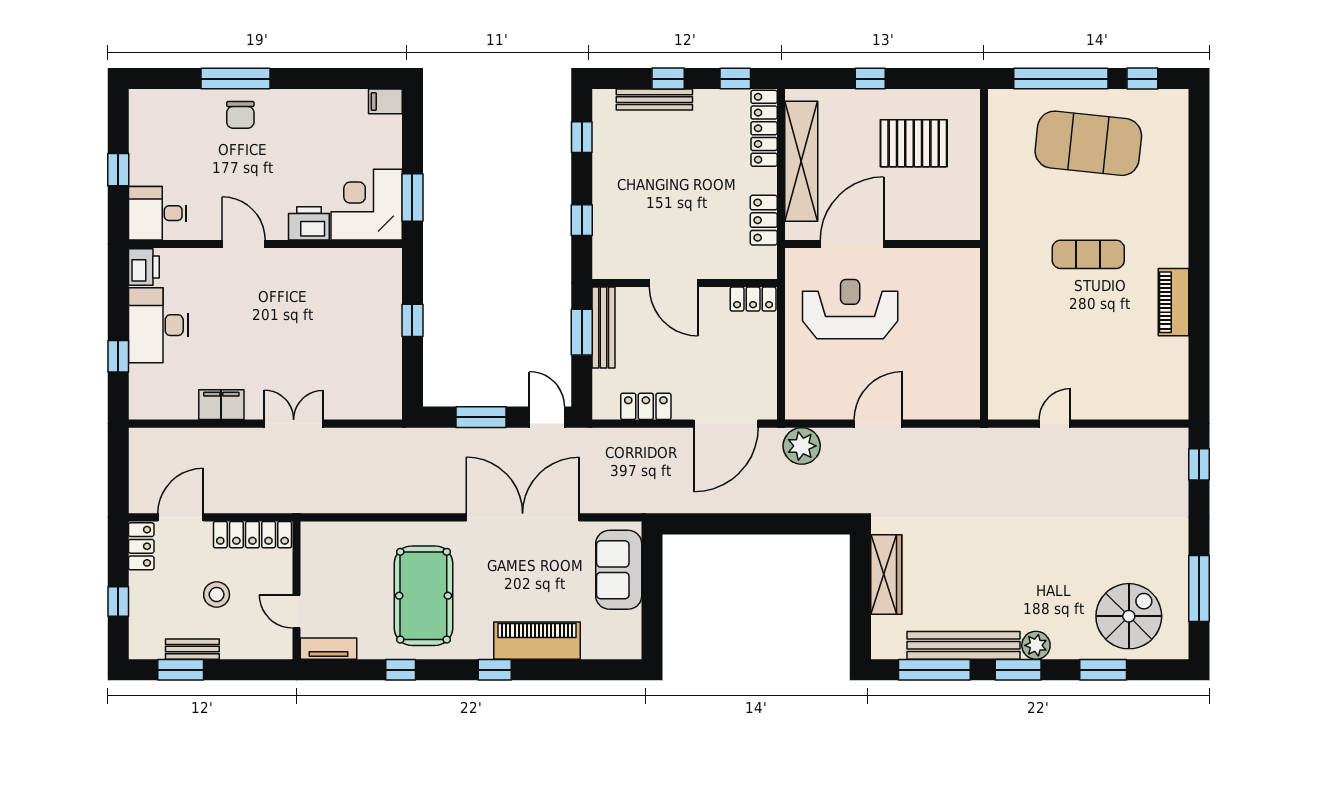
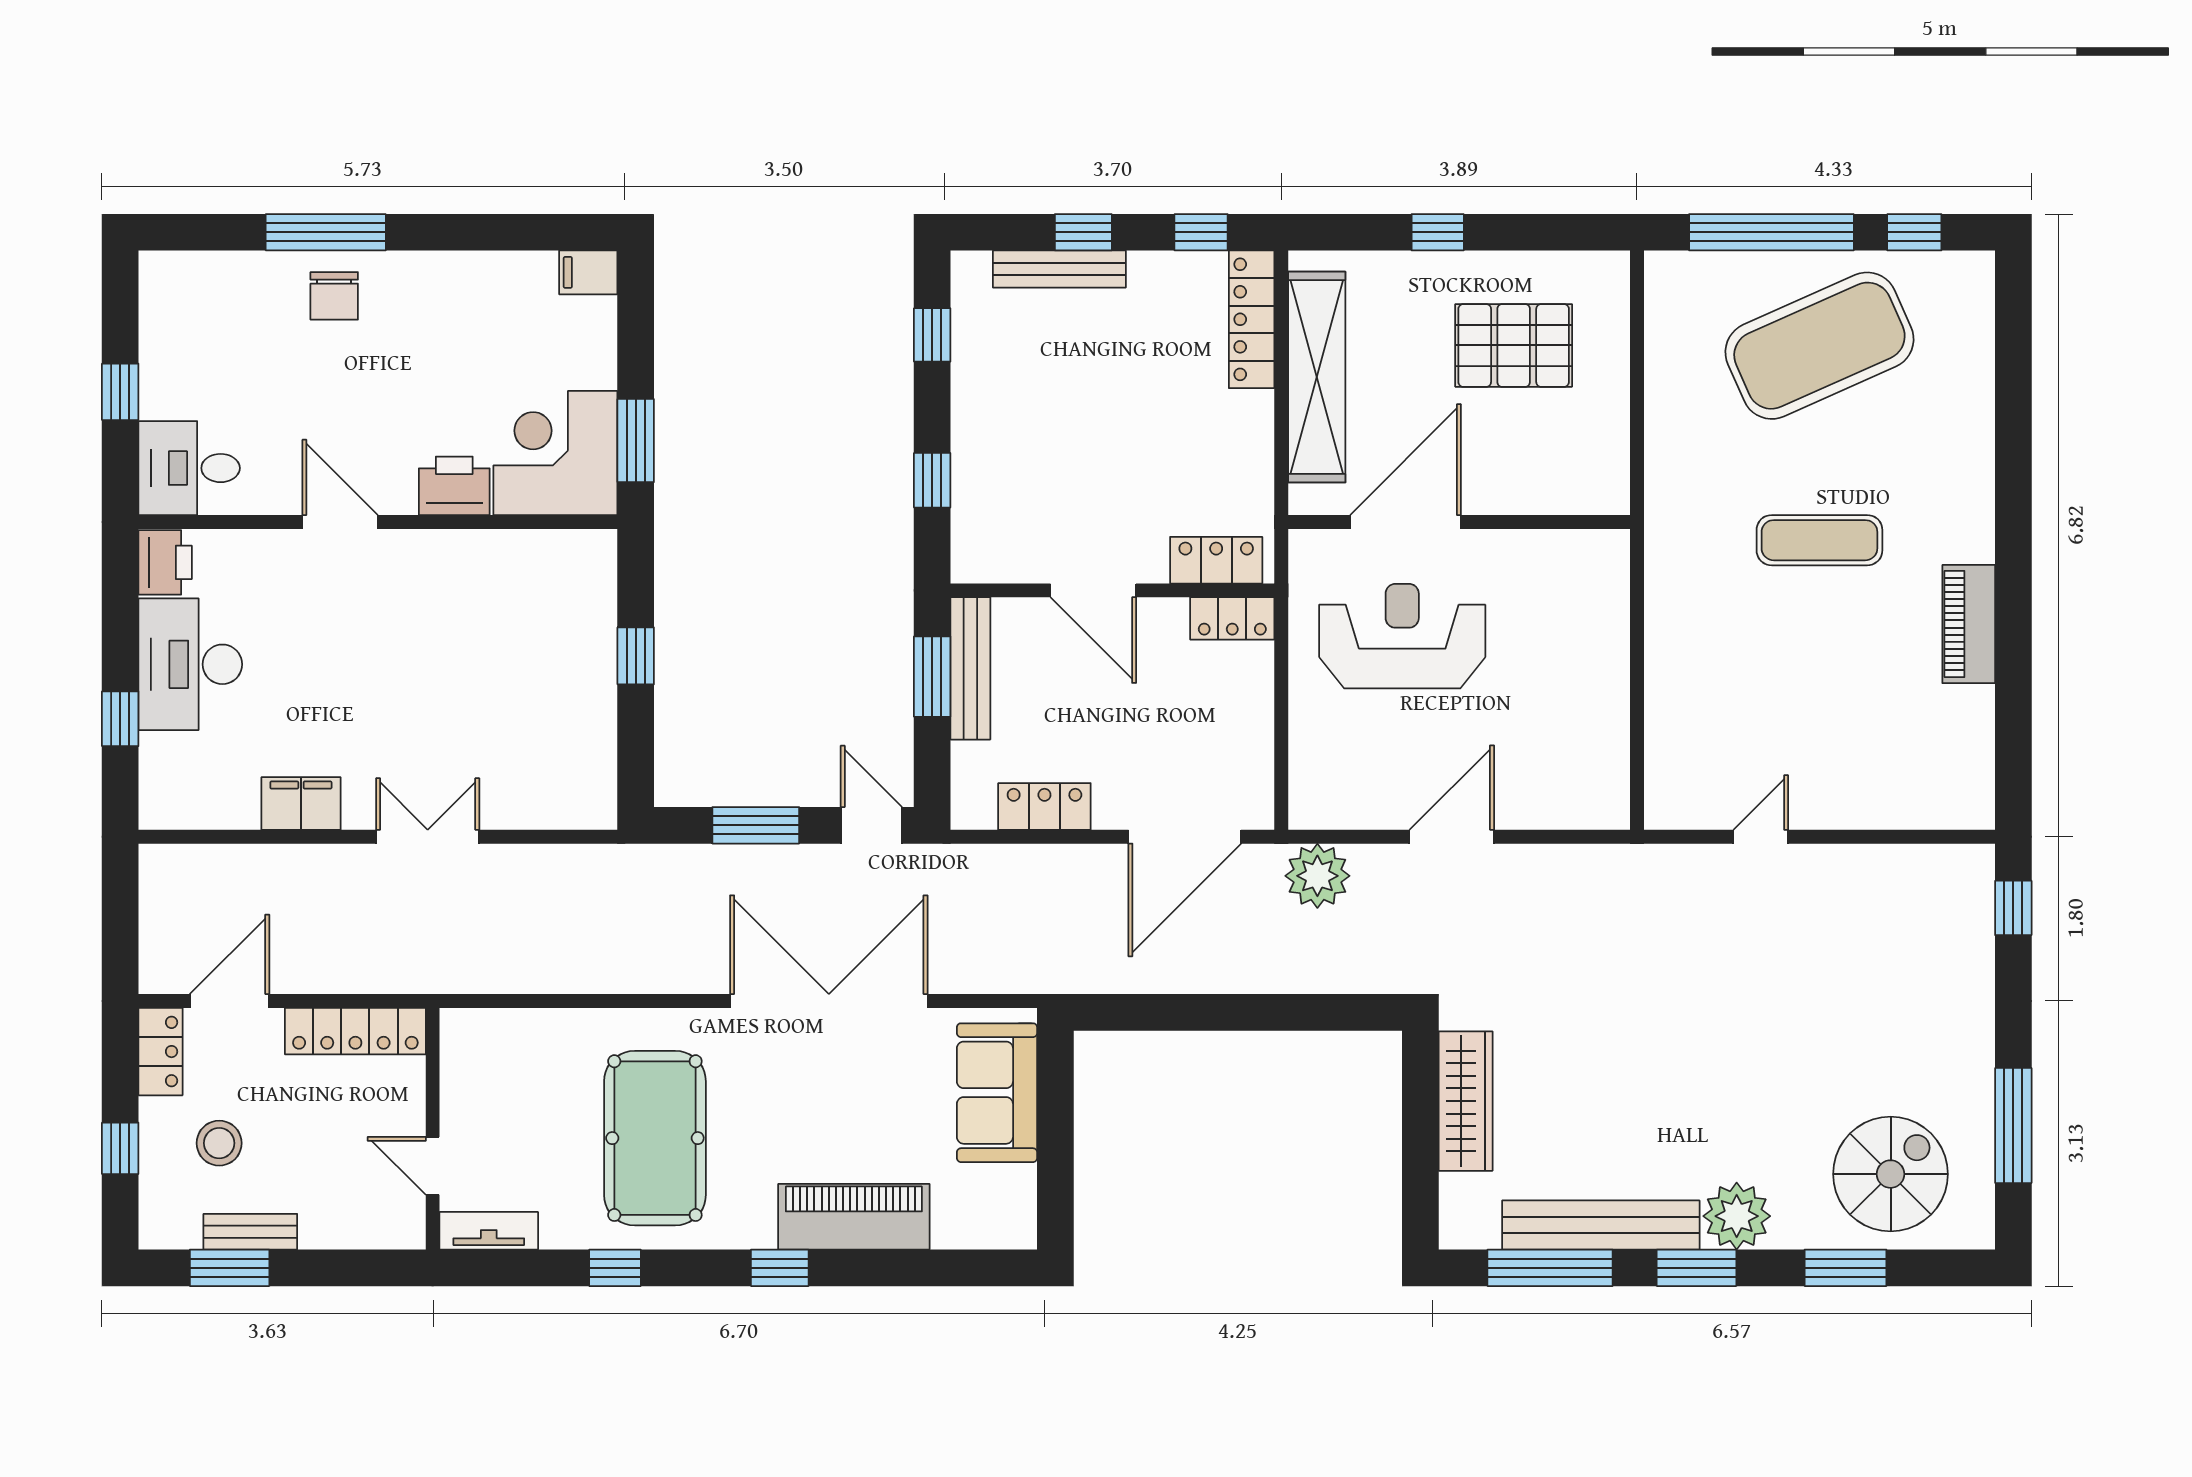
exercise mat: (1088, 143) -> (1819, 346), turned -30
locker: (764, 220) -> (1216, 560), moved, turned 90
stool: (217, 595) -> (219, 1143), moved
plant: (1036, 645) -> (1737, 1216), width x1.36, depth x1.36

